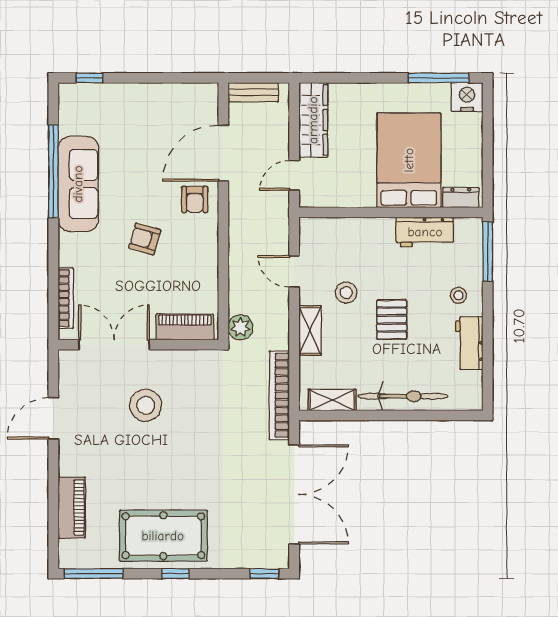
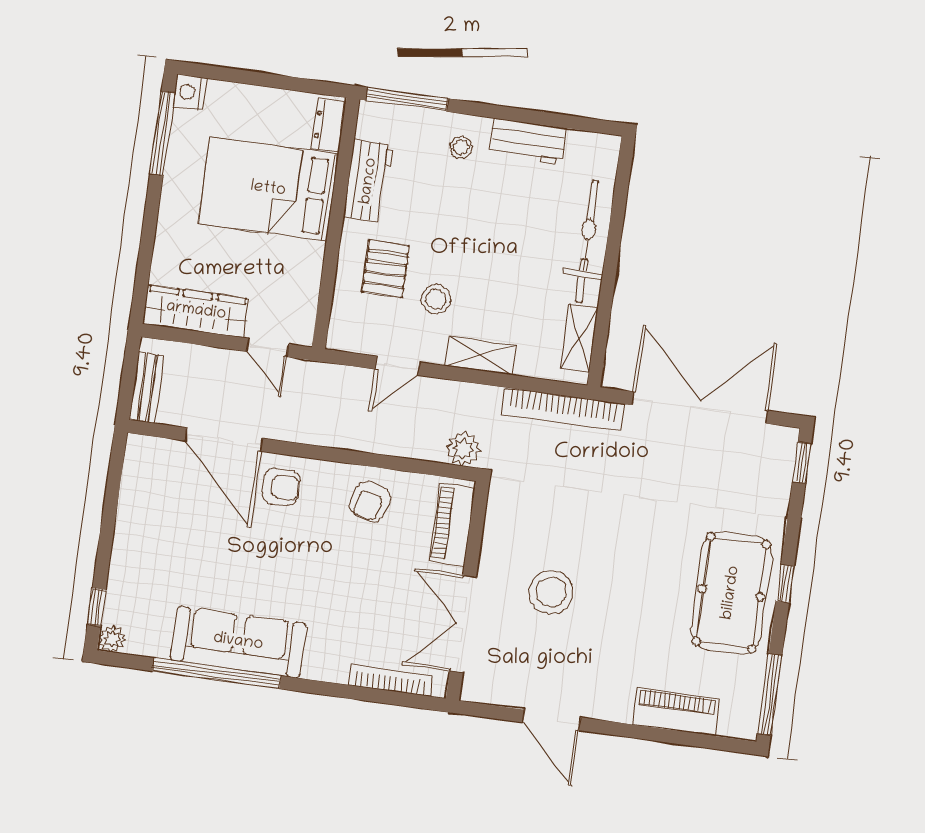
plant: (68, 92) -> (112, 639), added
nightstand: (467, 97) -> (189, 92), width x0.74, depth x0.75
armchair: (145, 239) -> (370, 501), moved
pallet: (392, 320) -> (386, 269), moved, turned 90

